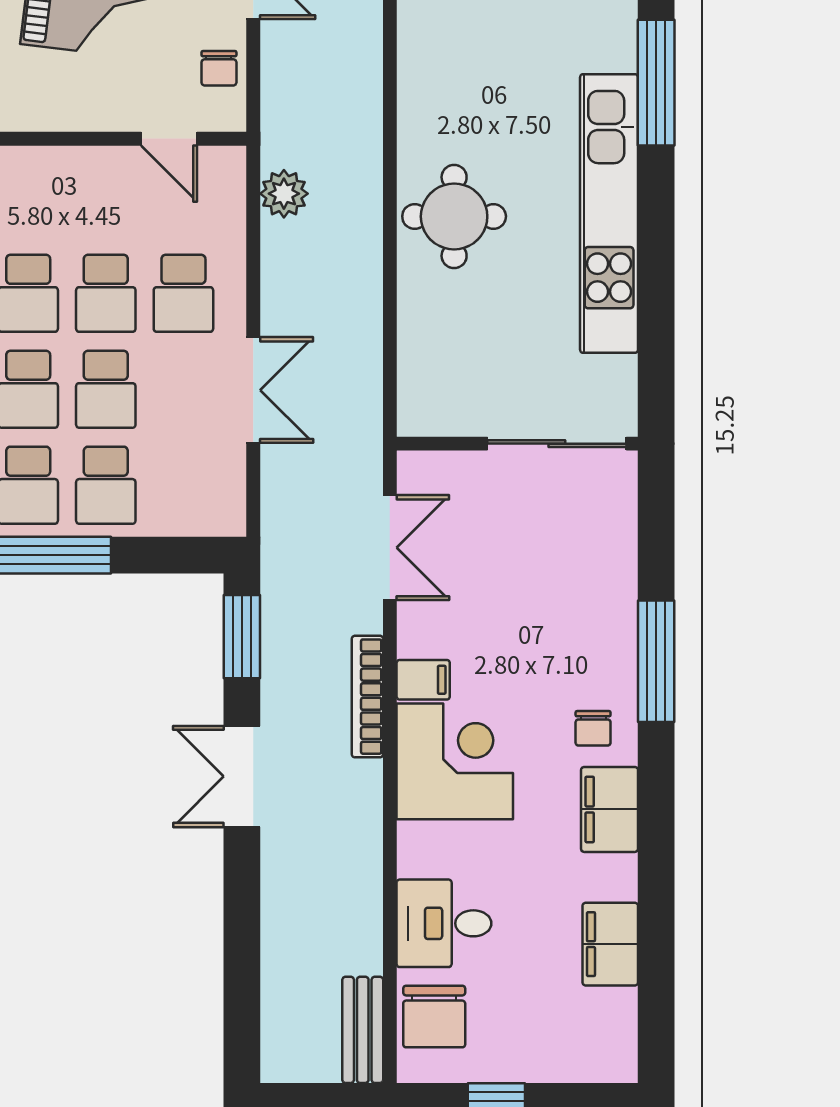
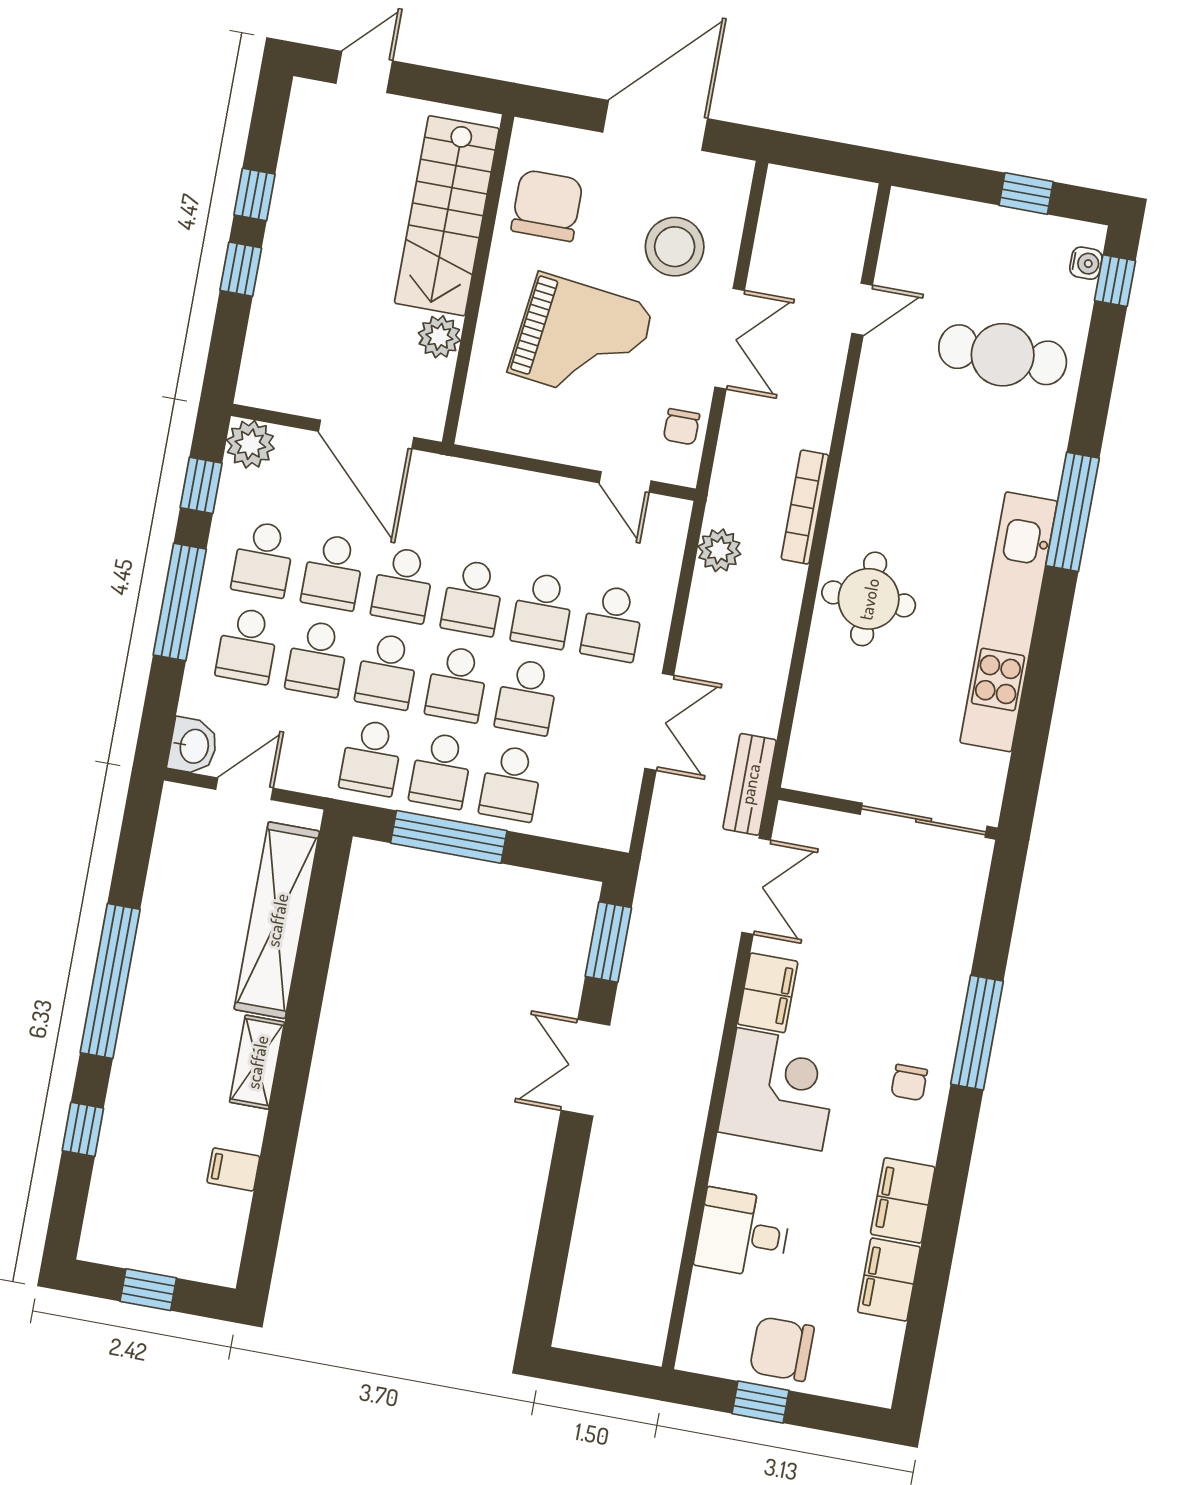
filing cabinet: (423, 680) -> (768, 993), width x2.00
bookcase: (367, 697) -> (805, 507), moved
filing cabinet: (609, 809) -> (903, 1200), moved
chair: (434, 1017) -> (782, 1349), moved, turned 90
bench: (363, 1030) -> (750, 784), moved

